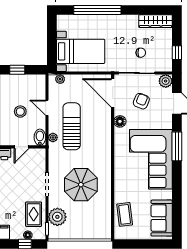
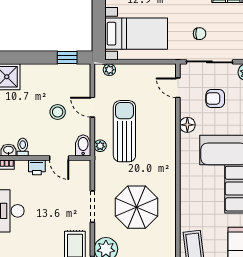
chair: (141, 53) -> (200, 34), moved
window: (17, 70) -> (67, 58), moved
door: (113, 93) -> (178, 88), width x0.53
armchair: (141, 101) -> (215, 98), turned -112
door: (22, 147) -> (59, 158), hinge flipped

